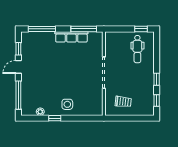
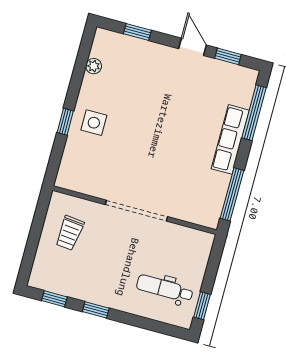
row of seats: (71, 37) -> (230, 139), moved
window: (18, 95) -> (137, 32), width x0.46
window: (55, 118) -> (65, 122), moved

